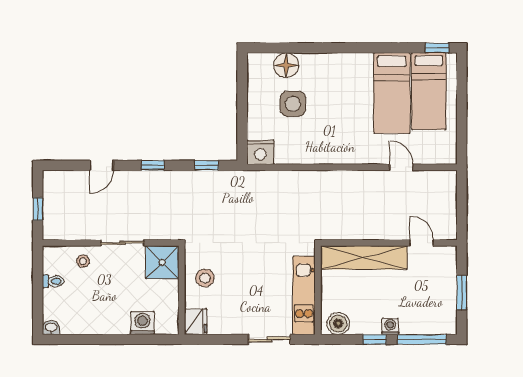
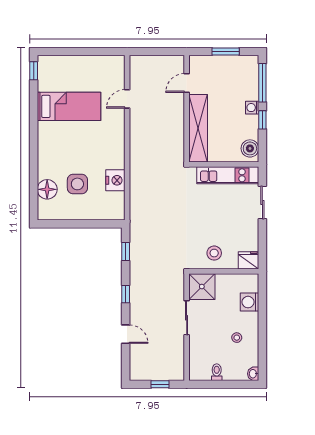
bed: (429, 91) -> (67, 77), removed
nightstand: (260, 152) -> (115, 180), moved
stool: (83, 261) -> (237, 338), moved

